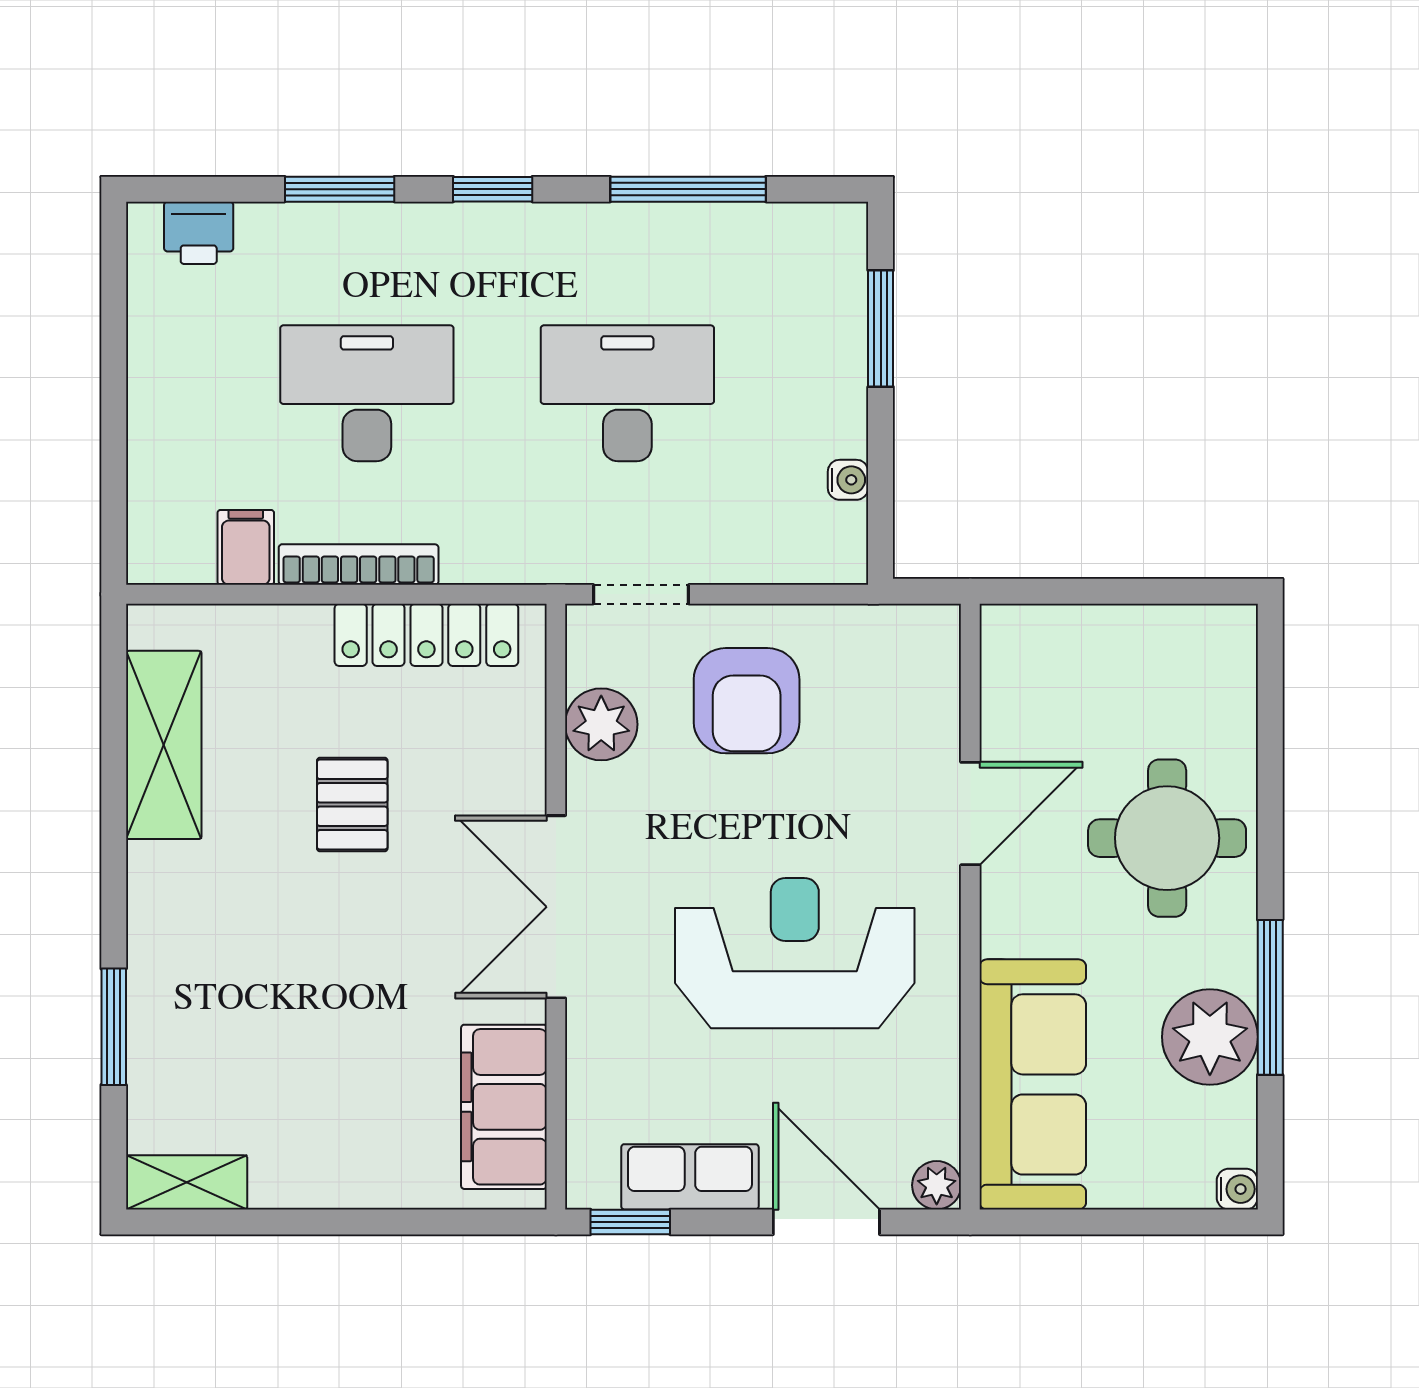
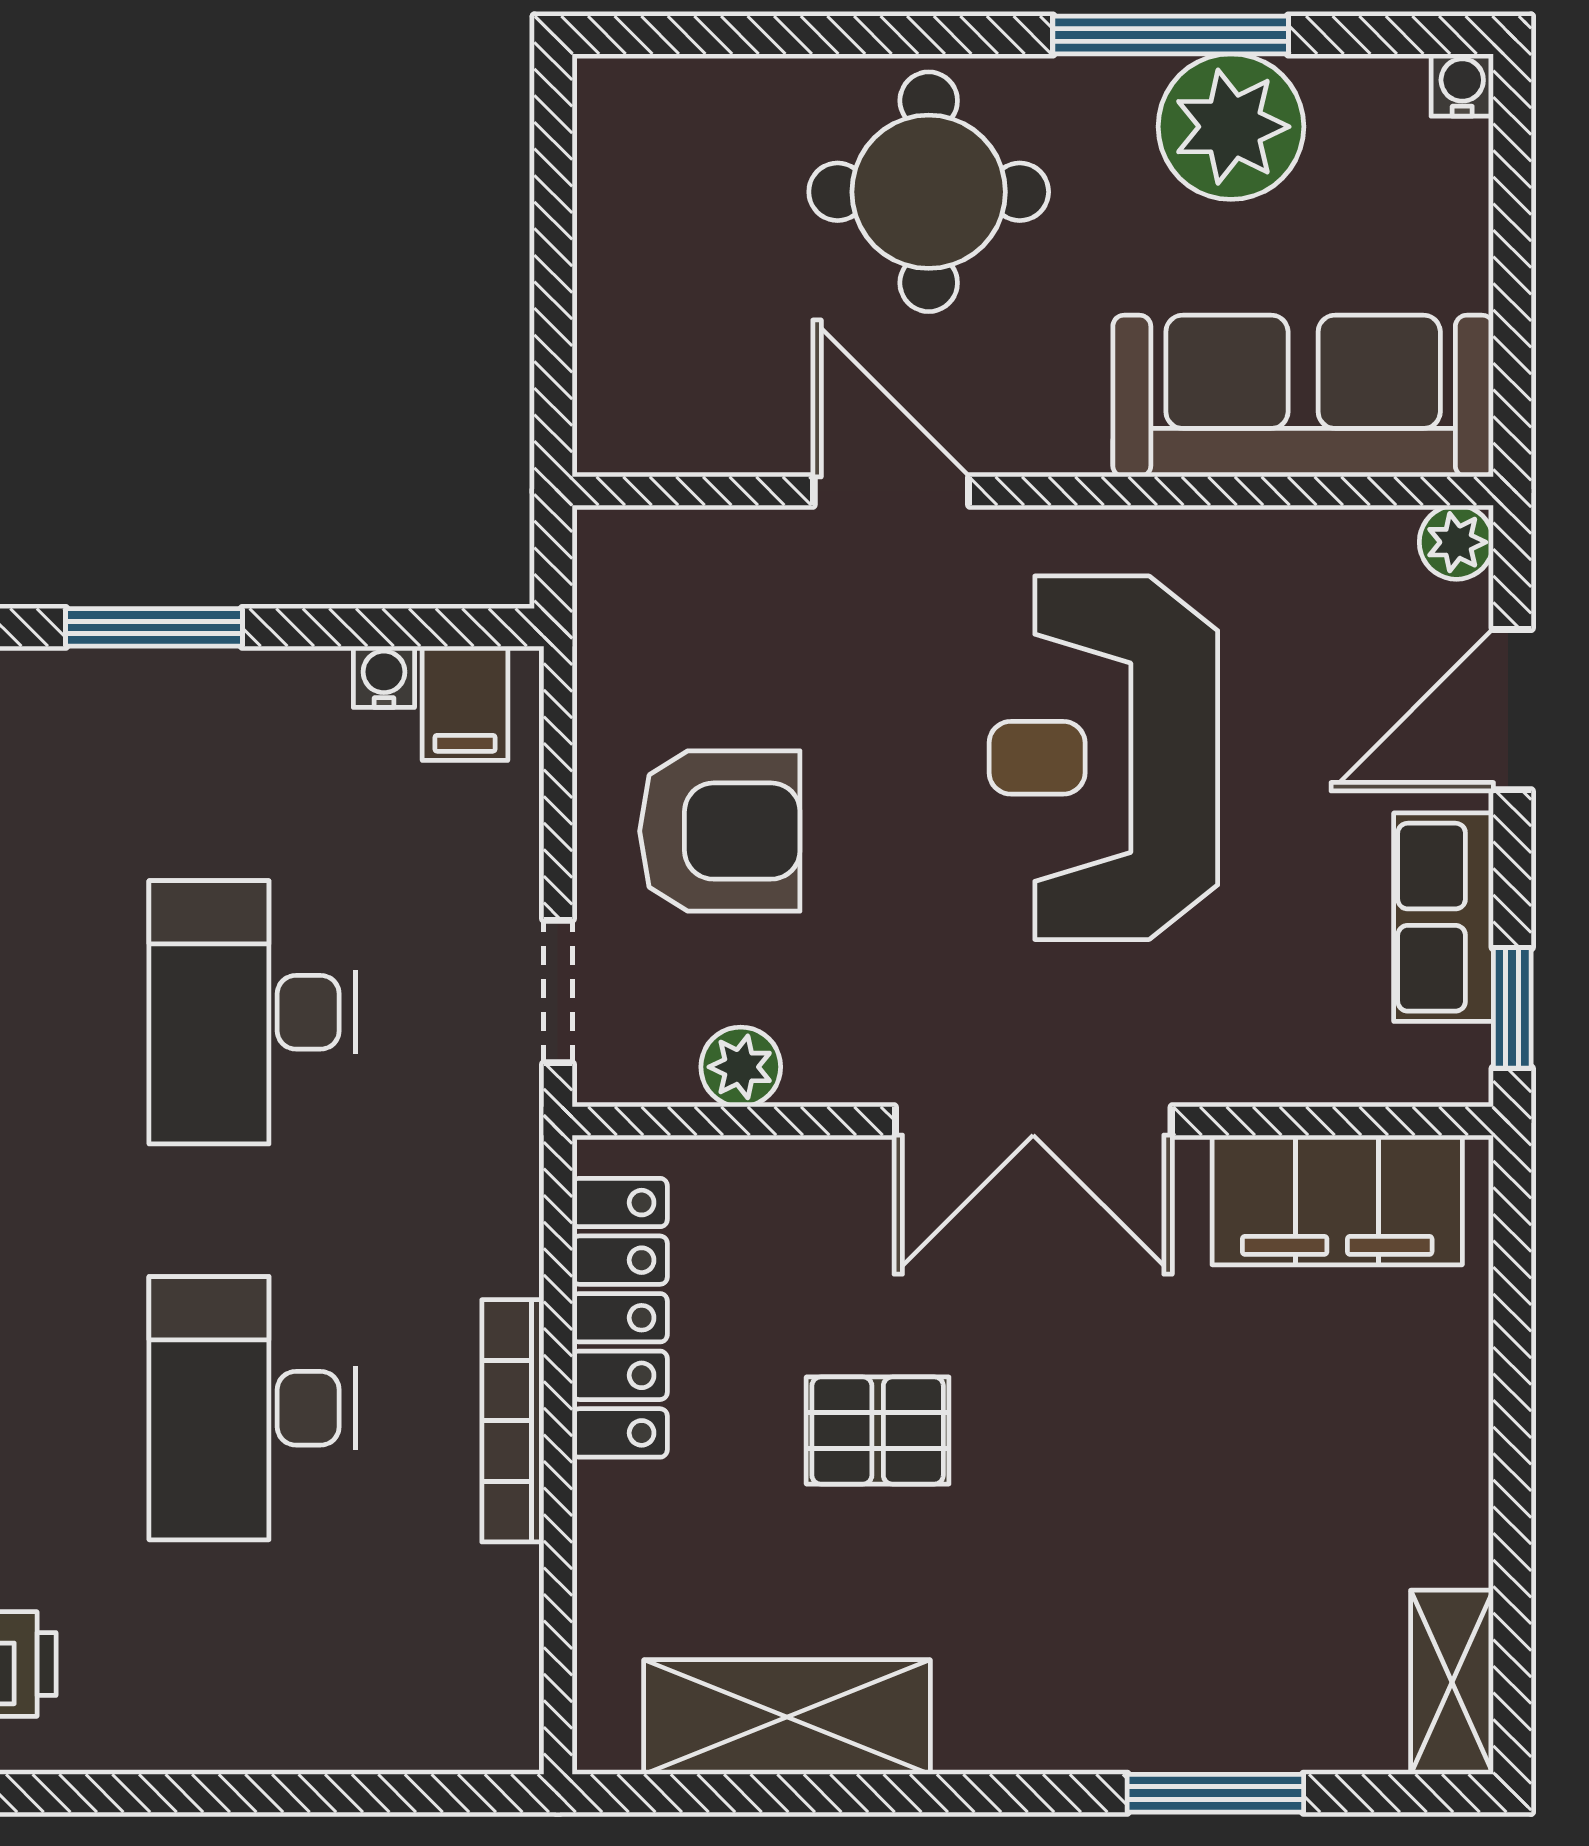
filing cabinet: (246, 547) -> (465, 703), moved, turned -90
plant: (601, 724) -> (741, 1067), width x0.73, depth x0.73

